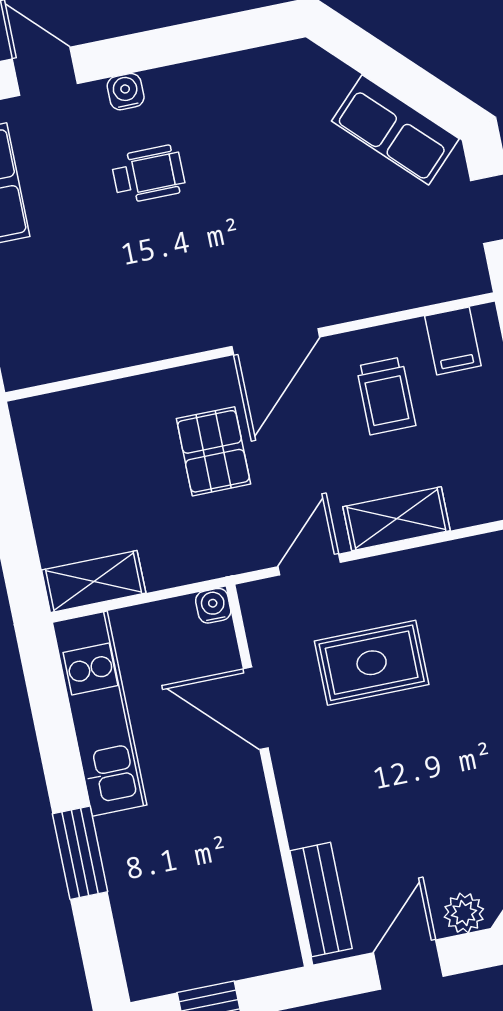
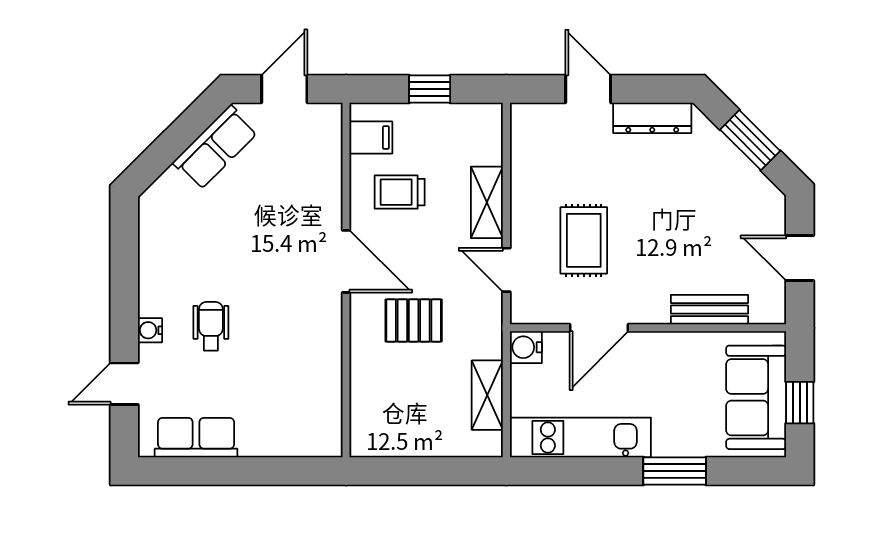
trolley: (386, 396) -> (400, 192), turned 180
shelving: (94, 582) -> (487, 395), moved
water cooler: (213, 606) -> (526, 347), width x1.38, depth x1.38
bench: (321, 900) -> (709, 310), moved
plant: (464, 913) -> (772, 212), removed
sofa: (205, 944) -> (756, 397), added

